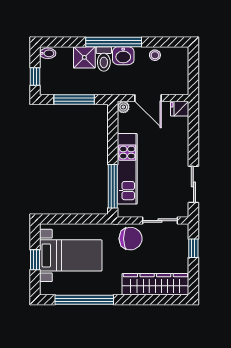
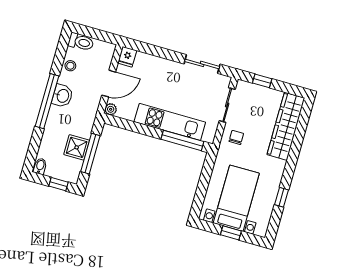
shower: (84, 57) -> (77, 147), moved
toilet: (104, 59) -> (81, 42), moved
chair: (131, 239) -> (236, 137), width x0.54, depth x0.54
window: (84, 300) -> (281, 197), width x0.32

